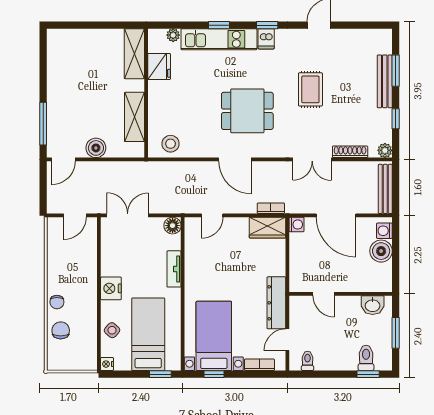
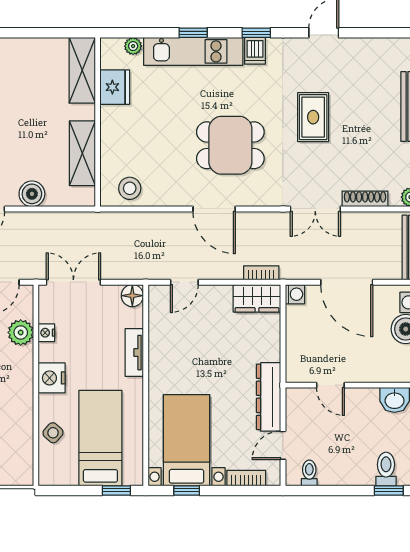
plant: (87, 254) -> (21, 332), added
nightstand: (107, 364) -> (46, 333), moved

